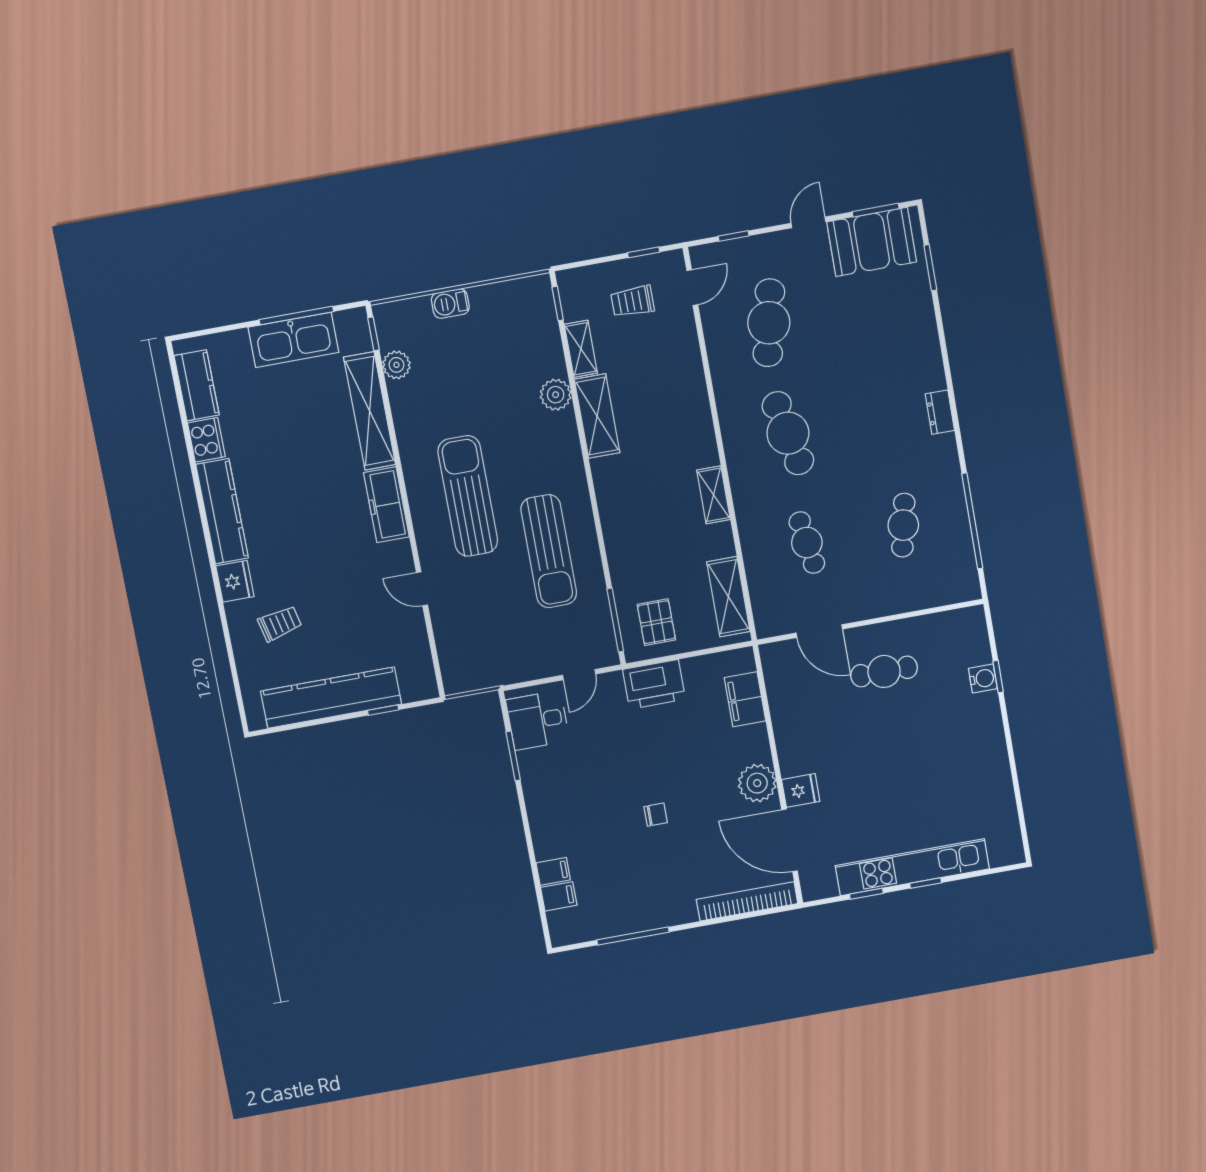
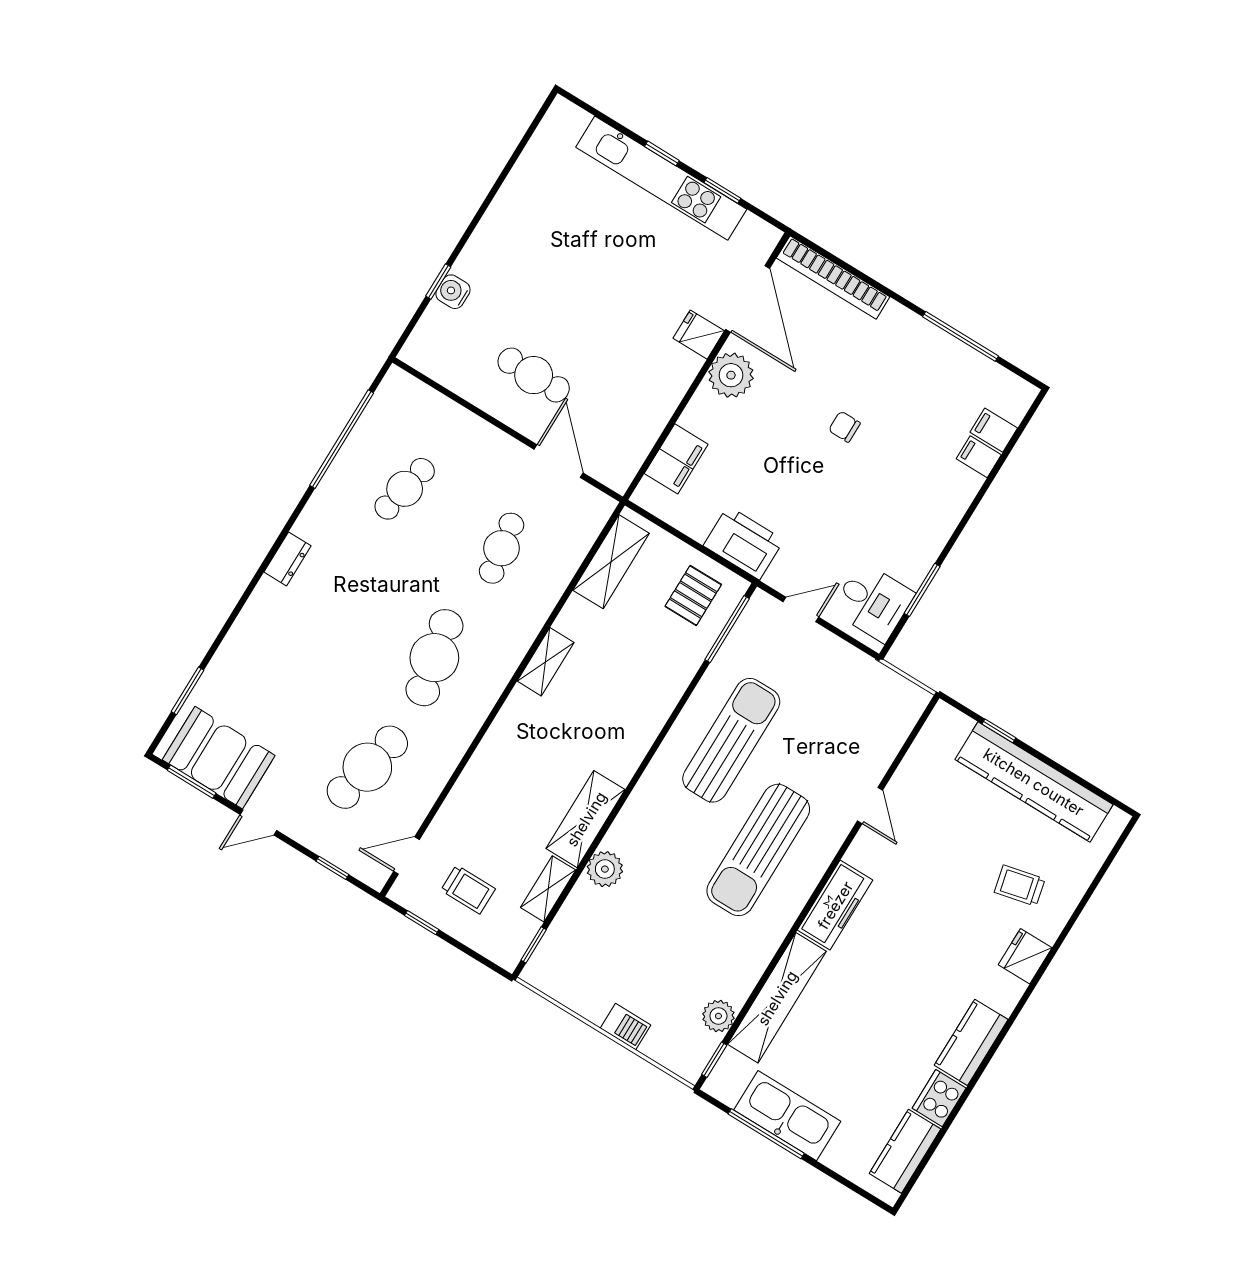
kitchen counter: (222, 511) -> (971, 1042), width x0.67

